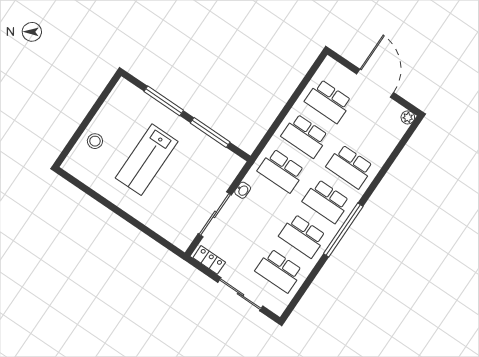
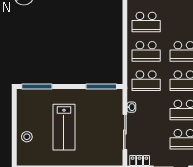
window: (164, 101) -> (37, 87), moved
window: (210, 132) -> (101, 87), moved

